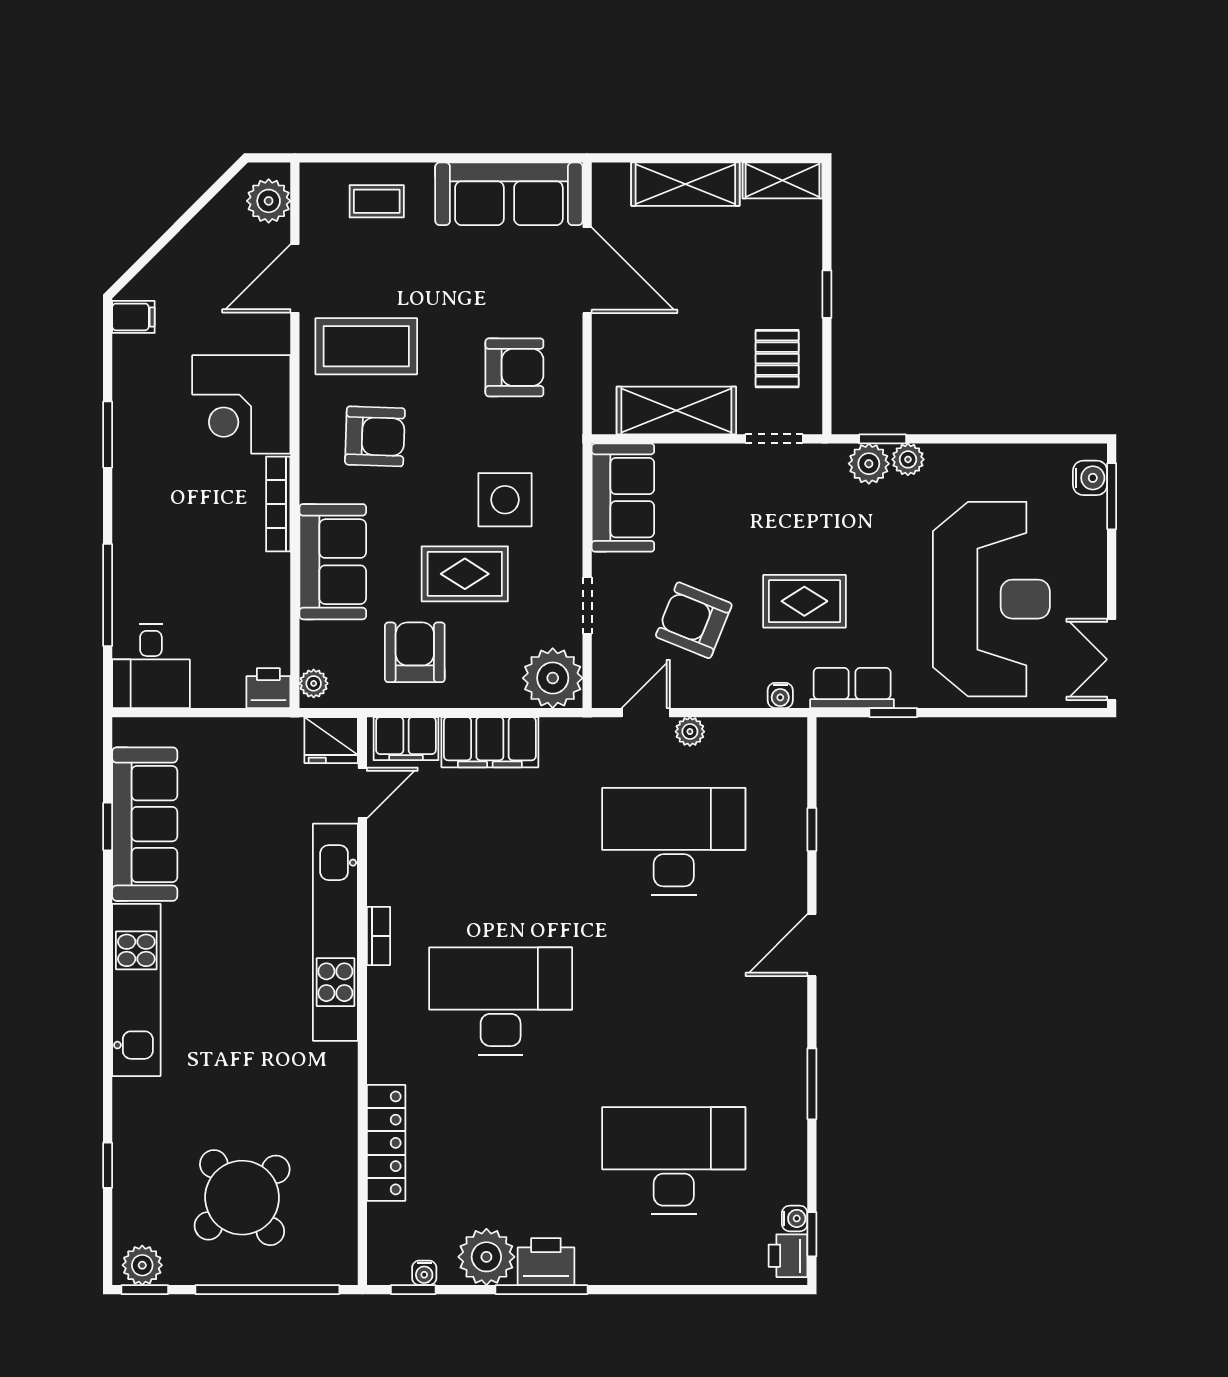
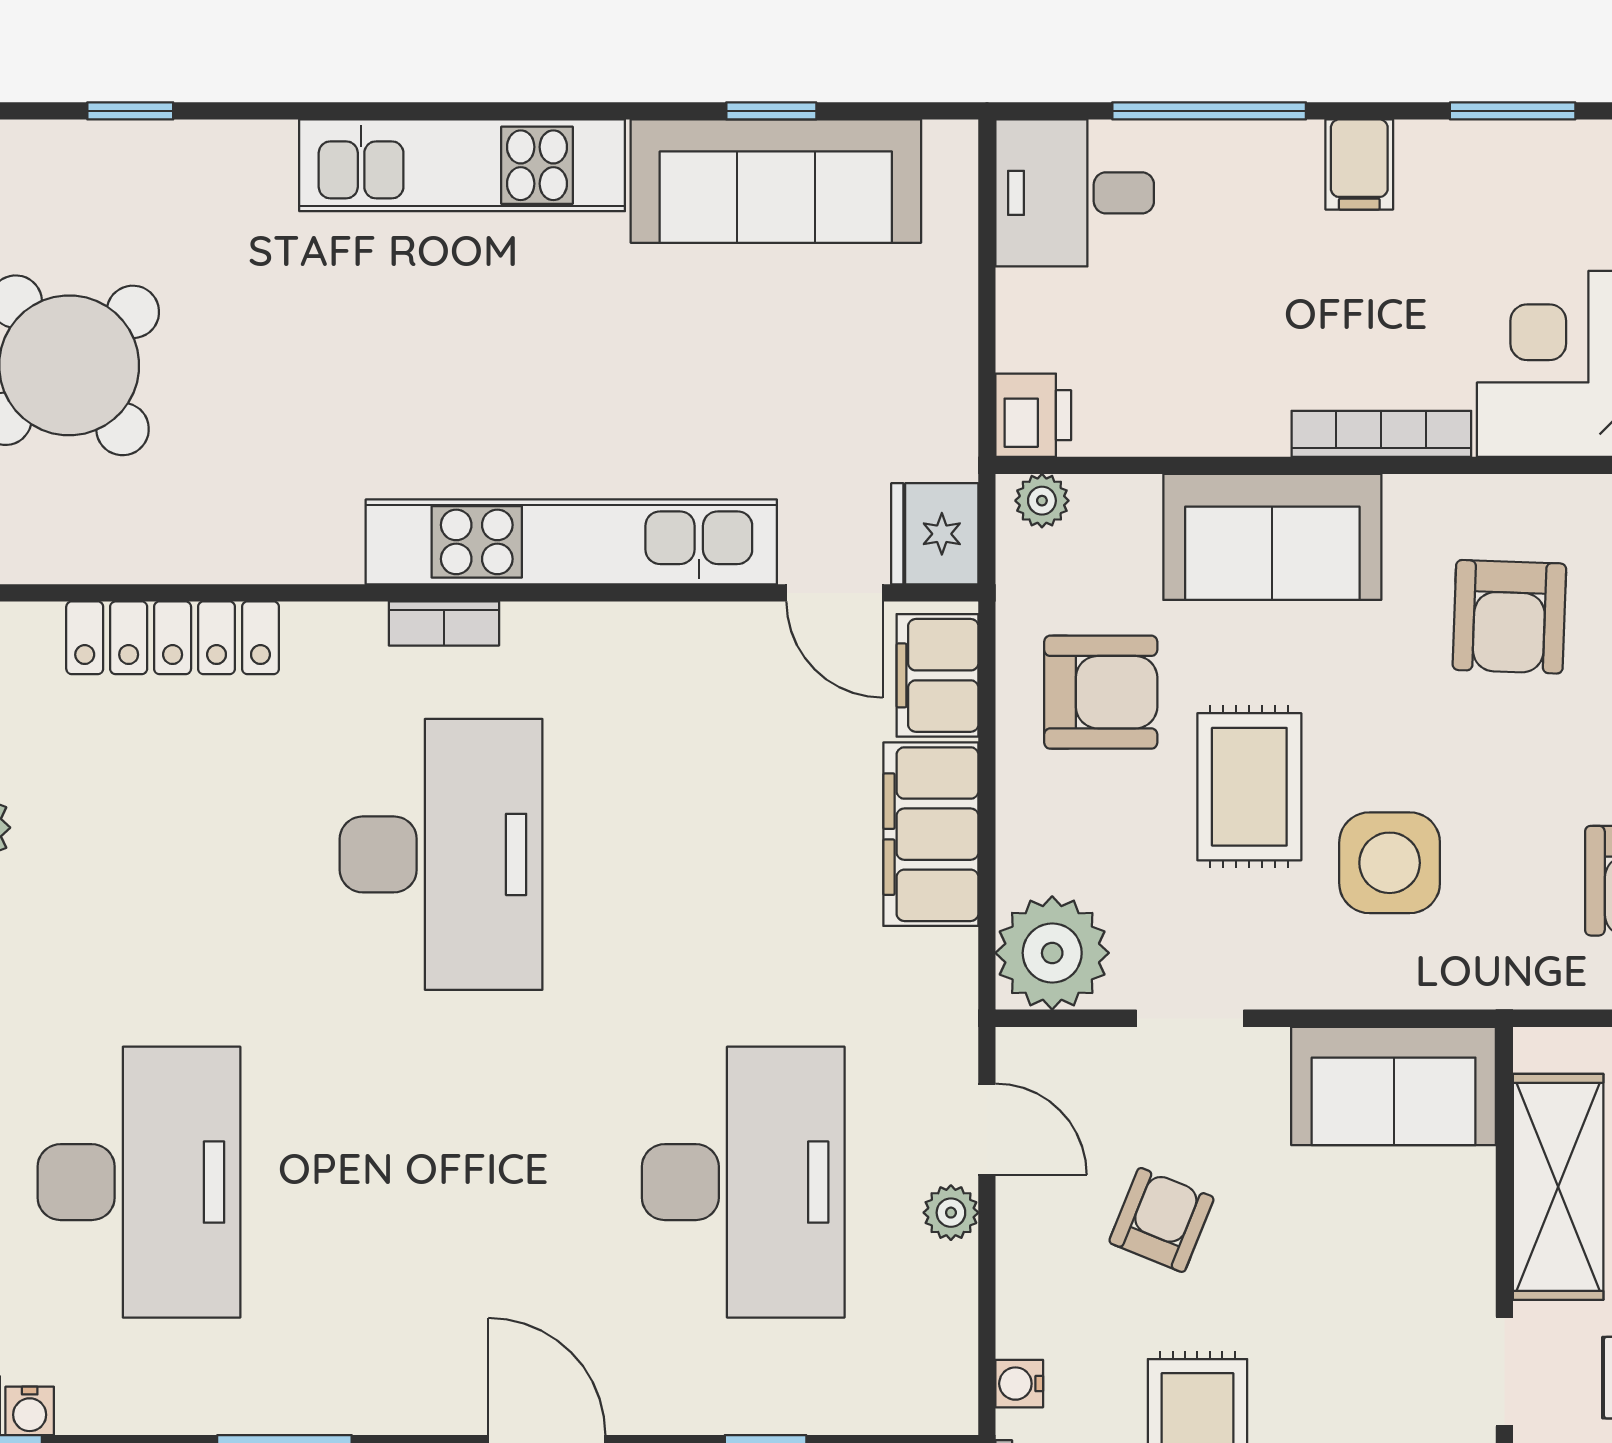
filing cabinet: (136, 516) -> (1359, 164), added
armchair: (694, 620) -> (1161, 1220), width x0.72, depth x0.72
bookcase: (379, 936) -> (444, 623), moved

